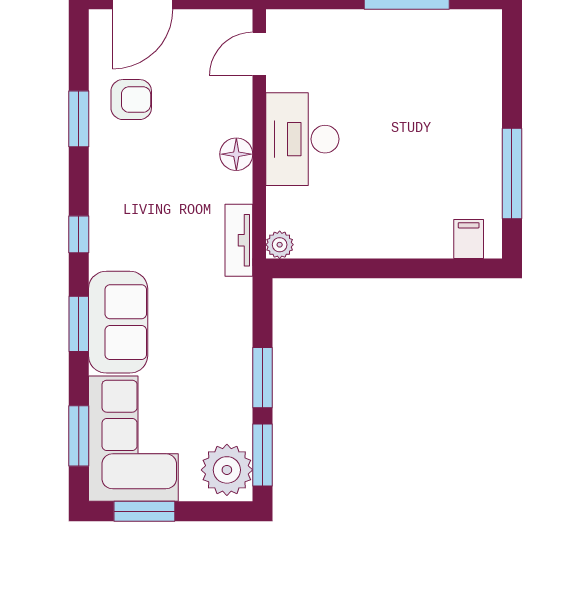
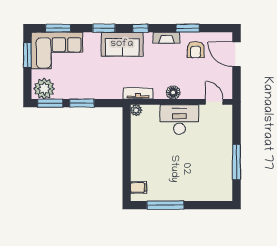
fireplace: (102, 171) -> (166, 38), added
sofa: (118, 322) -> (122, 44), moved

